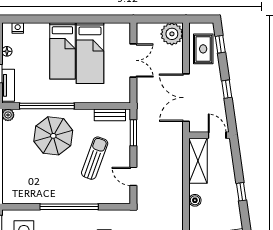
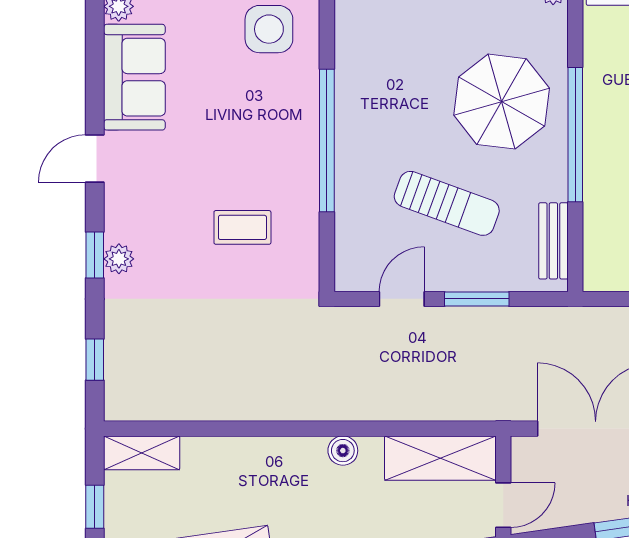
window: (47, 106) -> (575, 135), moved
window: (133, 133) -> (477, 299), moved

